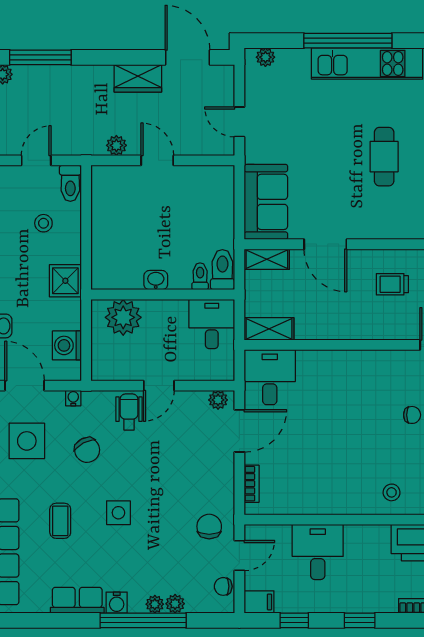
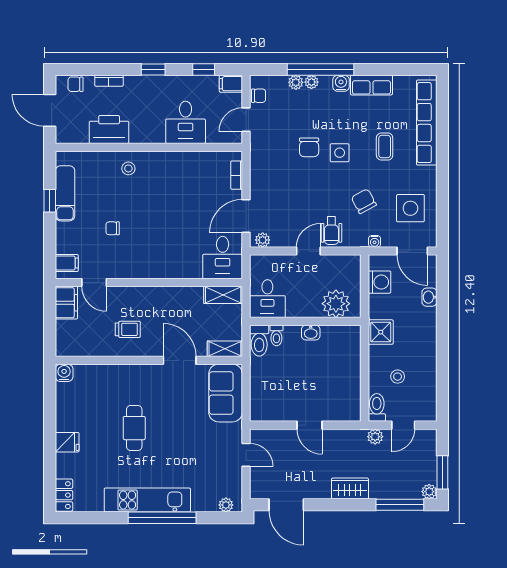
wardrobe: (138, 78) -> (350, 489), moved
plant: (116, 145) -> (375, 437), moved
chair: (209, 526) -> (309, 147), moved

